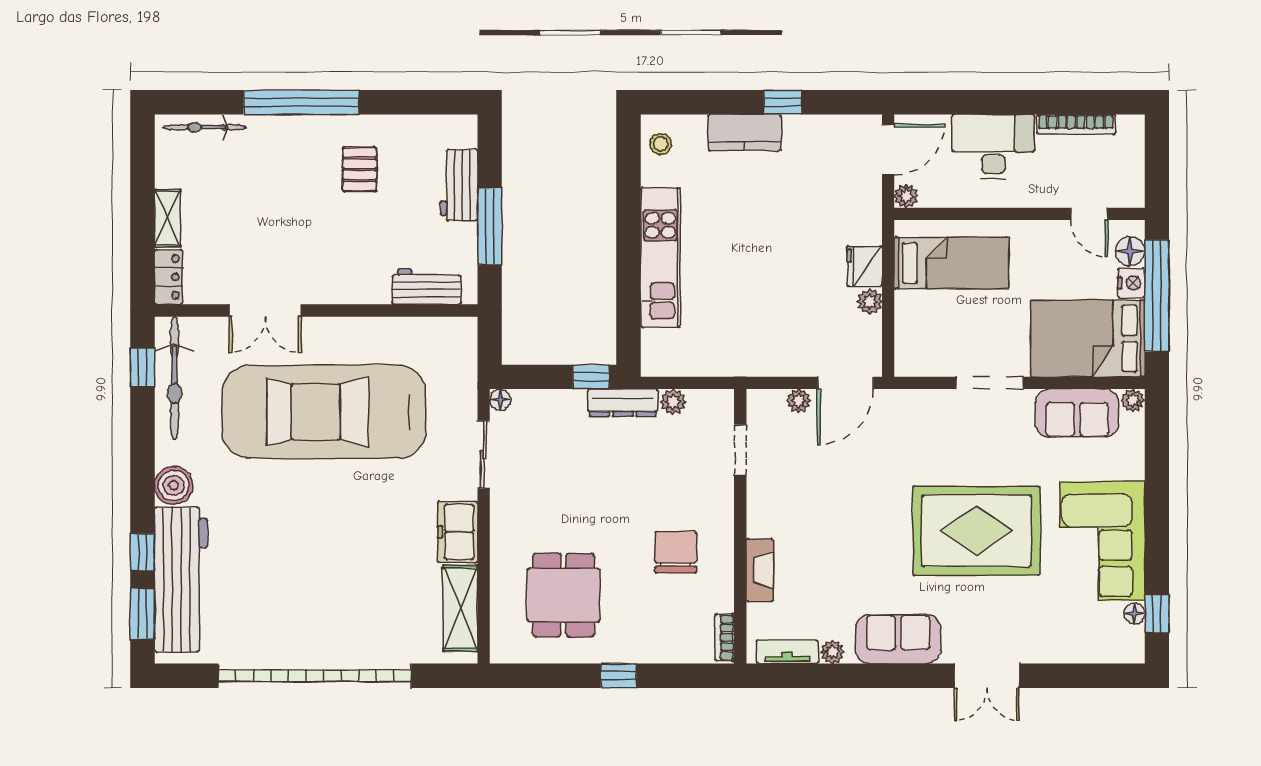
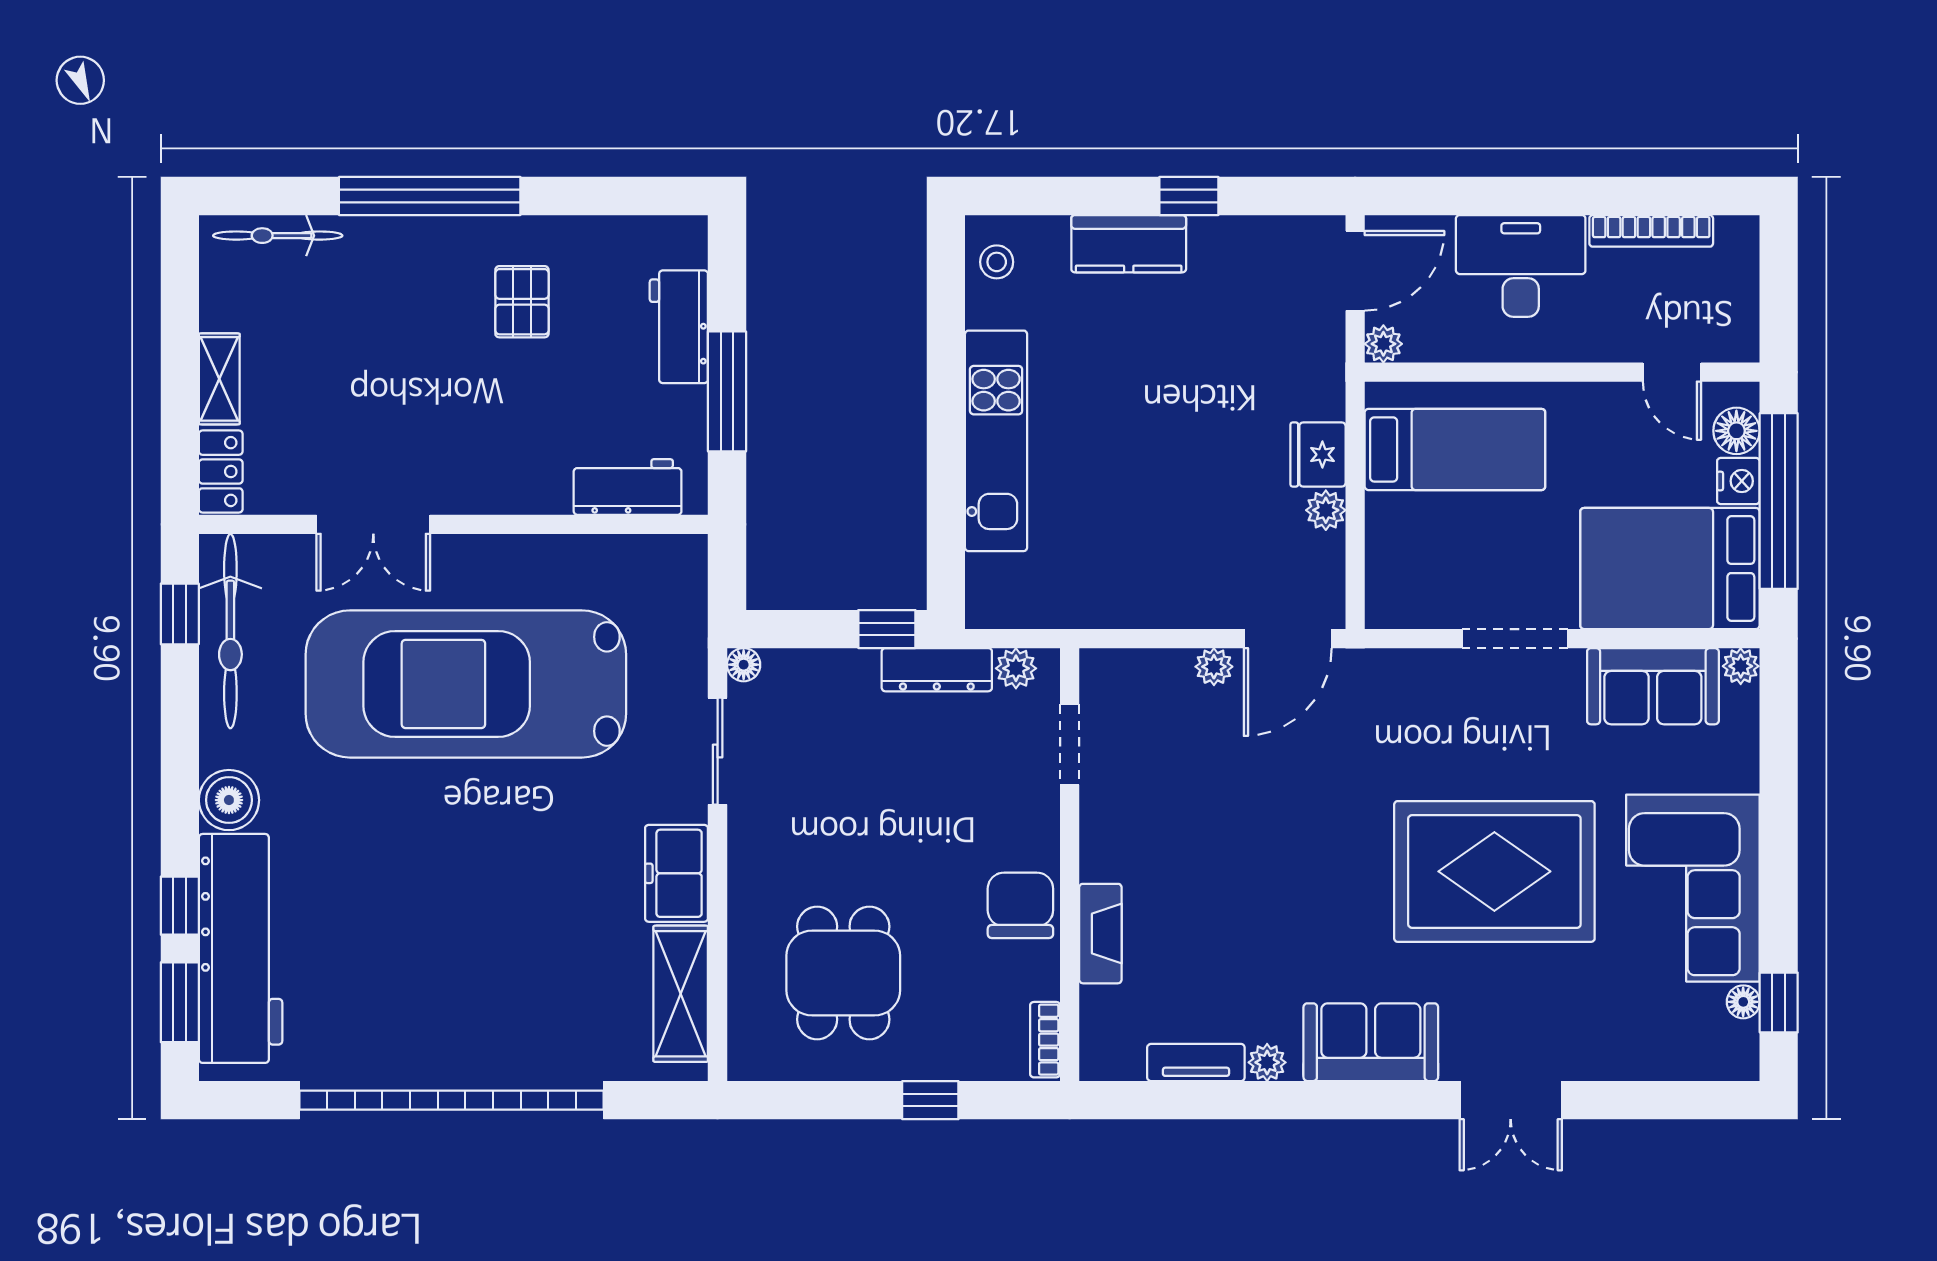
doorway: (740, 450) -> (1070, 745), moved
wall: (740, 526) -> (1070, 865), moved
fireplace: (760, 570) -> (1100, 934), moved
bookcase: (725, 637) -> (1045, 1040), moved

